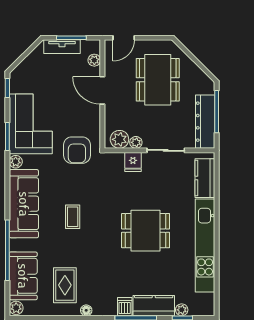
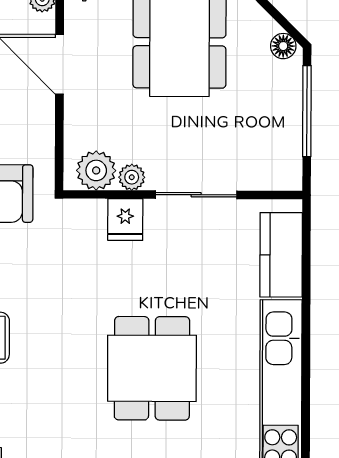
floor lamp: (206, 82) -> (283, 46), added
dresser: (205, 122) -> (282, 133), removed
dining table: (146, 231) -> (152, 368), turned 90

